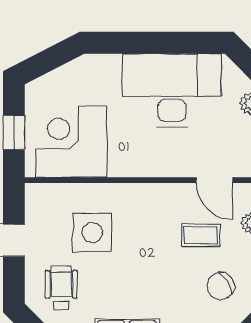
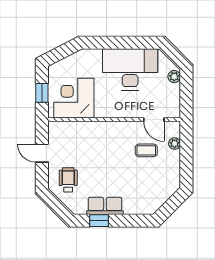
side table: (92, 233) -> (86, 149), removed
chair: (221, 286) -> (157, 179), removed

